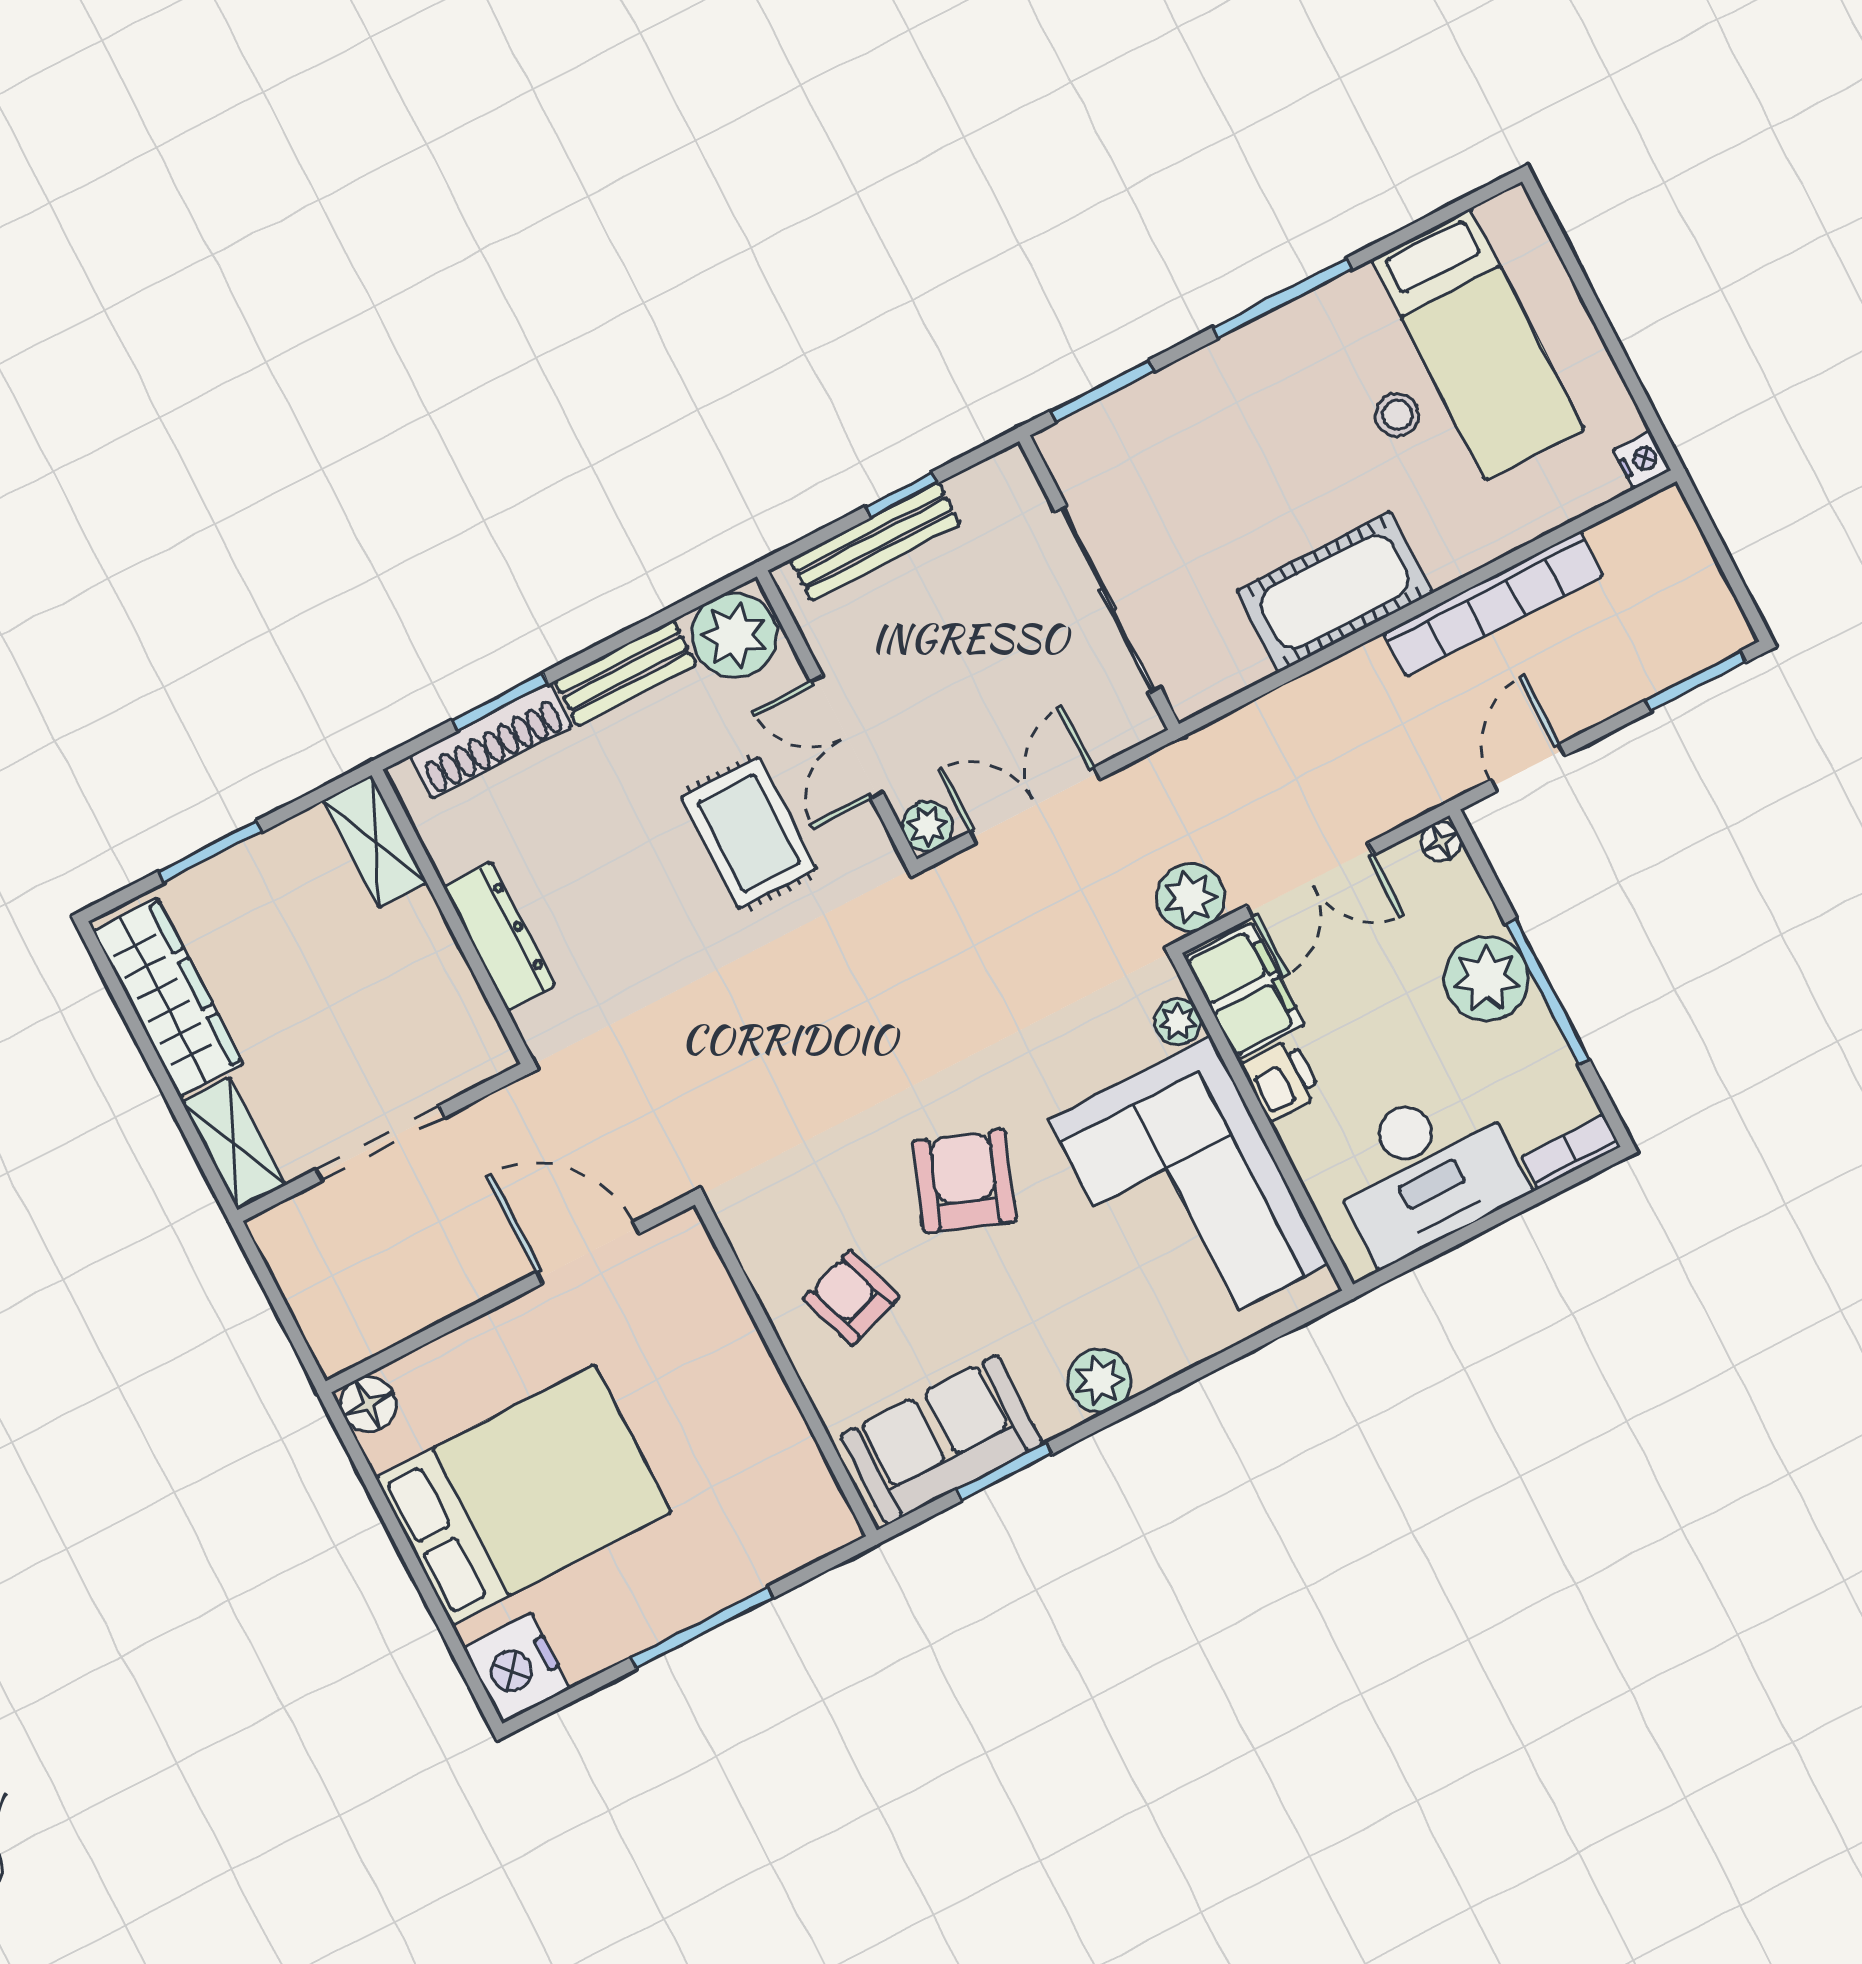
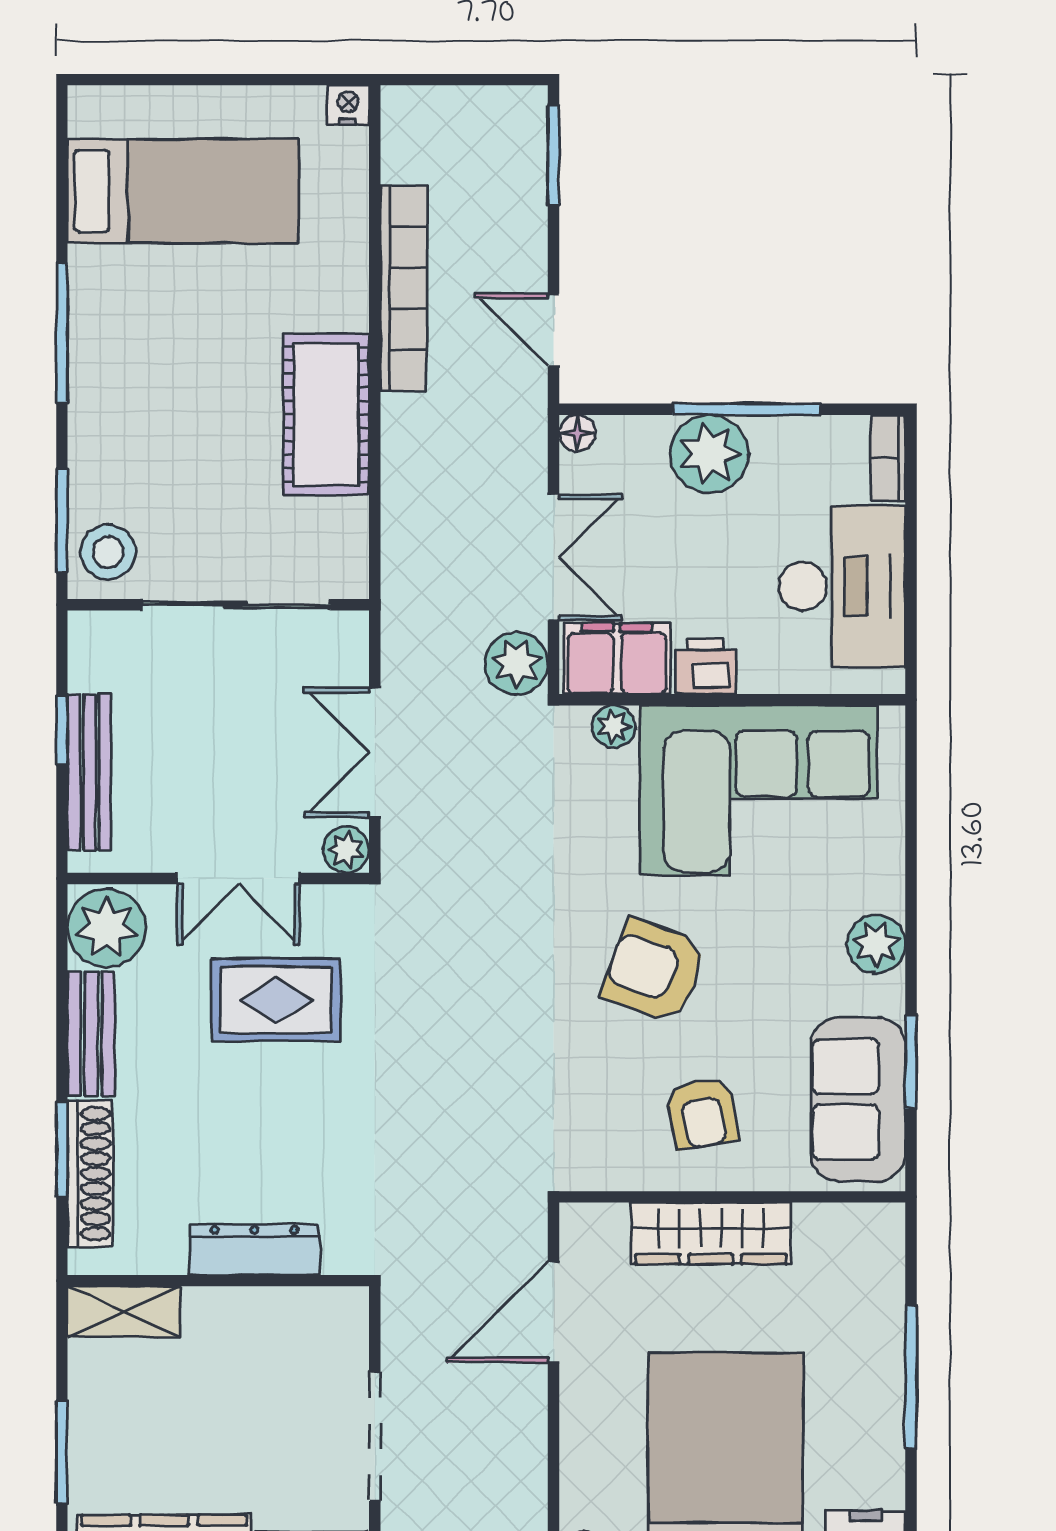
stool: (1397, 415) -> (108, 552), moved, width x1.37, depth x1.37
armchair: (851, 1298) -> (702, 1113), turned -82
wardrobe: (740, 1365) -> (711, 1233), added

